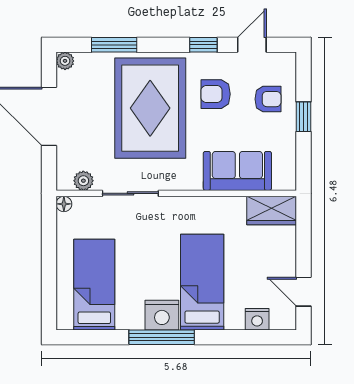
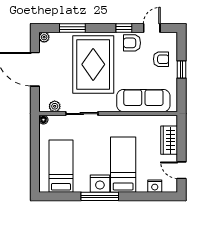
armchair: (216, 94) -> (132, 43), moved
sofa: (237, 171) -> (143, 101), width x1.36
wardrobe: (272, 211) -> (169, 140), moved, turned 90

